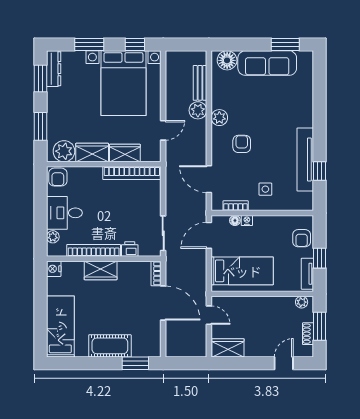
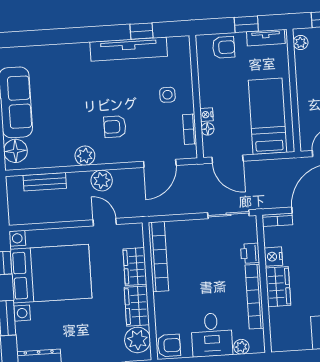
plant: (198, 110) -> (102, 181), moved
nightstand: (54, 269) -> (273, 257), moved, turned 90

